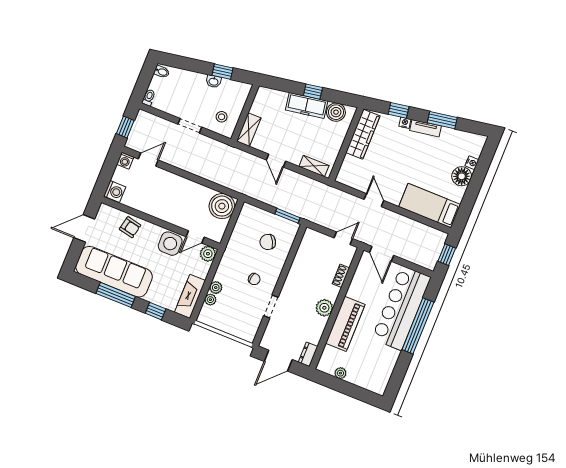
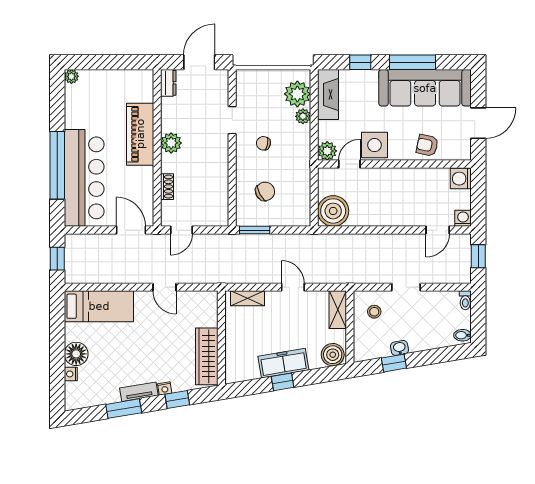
boiler: (336, 112) -> (333, 355), moved
plant: (210, 300) -> (297, 94), width x1.87, depth x1.87
plant: (340, 373) -> (71, 76), moved

